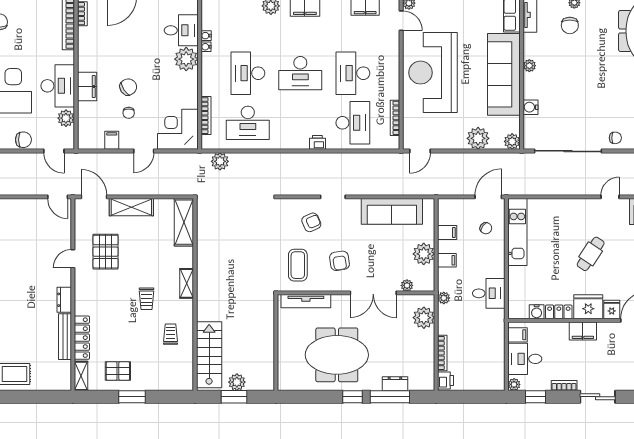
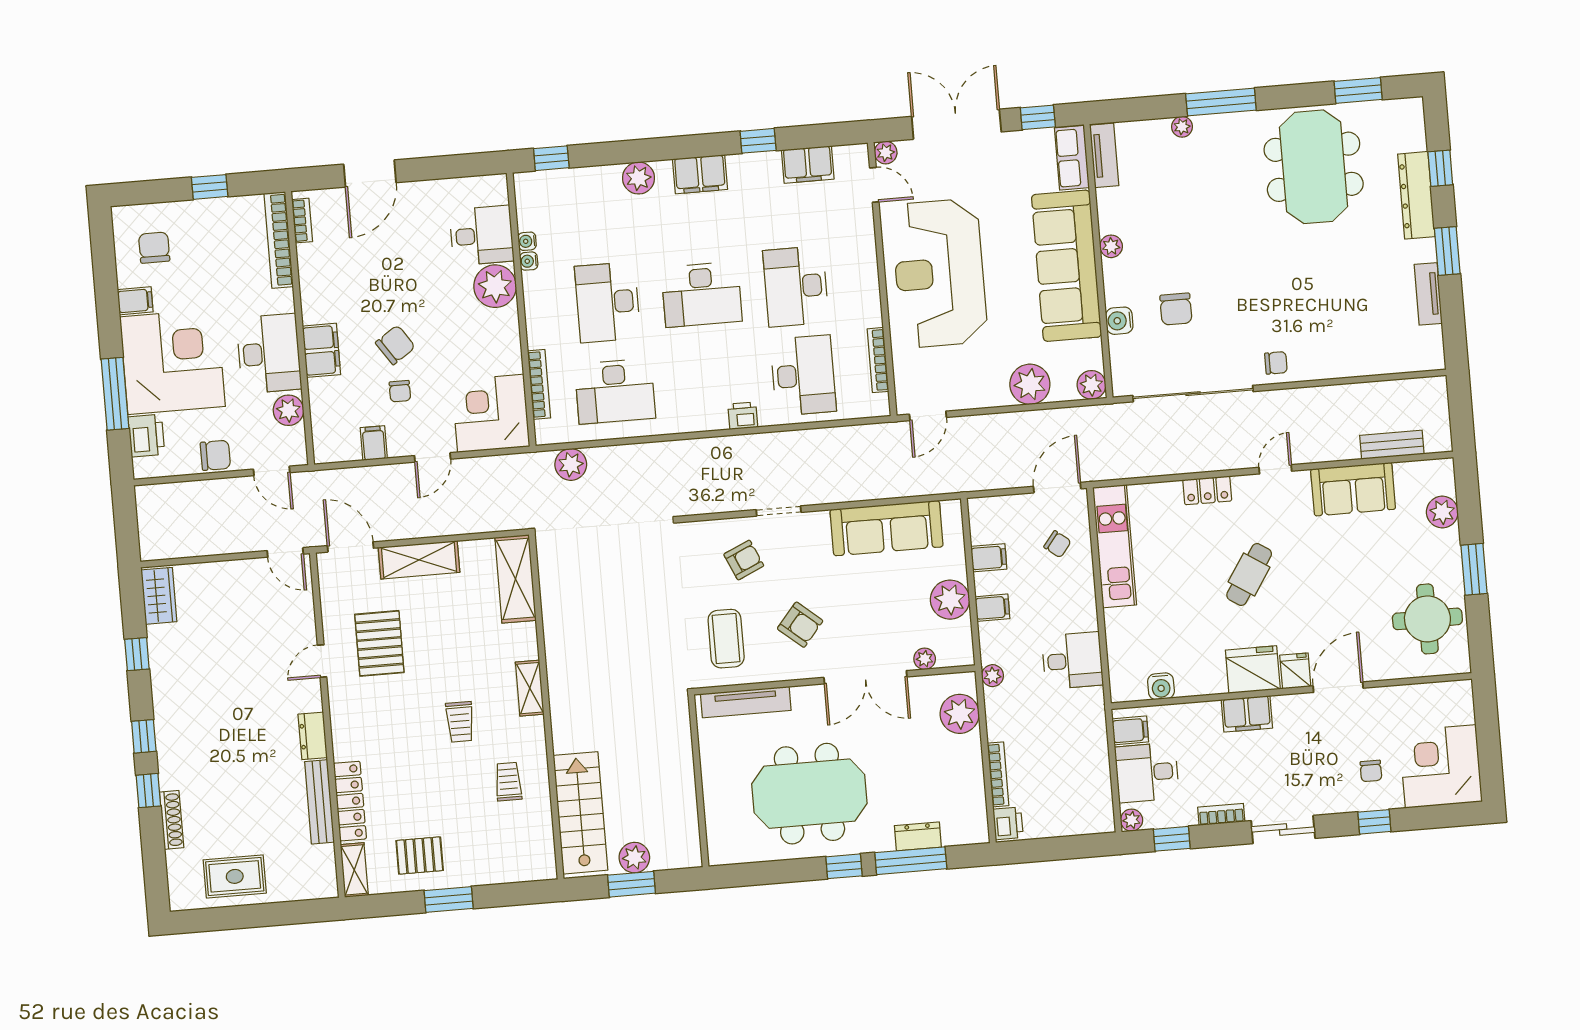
chair: (570, 25) -> (1176, 309), moved
armchair: (339, 261) -> (800, 625), turned -41
locker: (559, 312) -> (1207, 490), moved, turned 180

